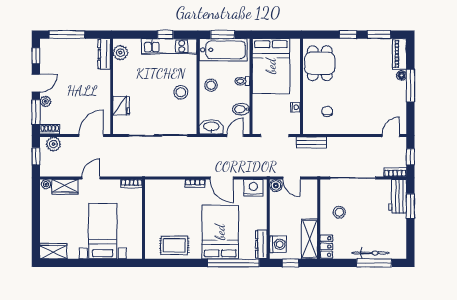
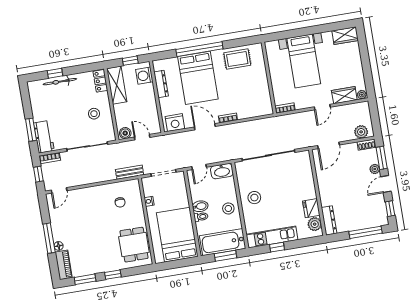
fridge: (121, 106) -> (311, 208), moved
bidet: (241, 109) -> (200, 206), moved
window: (36, 156) -> (375, 118), removed
boiler: (276, 185) -> (125, 133), moved
dresser: (261, 244) -> (161, 84), moved
window: (233, 263) -> (199, 49), moved
window: (374, 263) -> (55, 73), width x0.46

